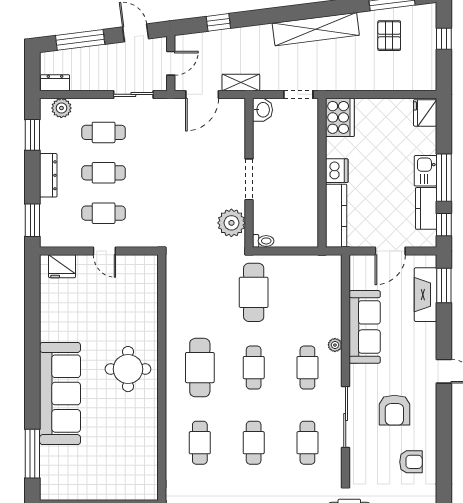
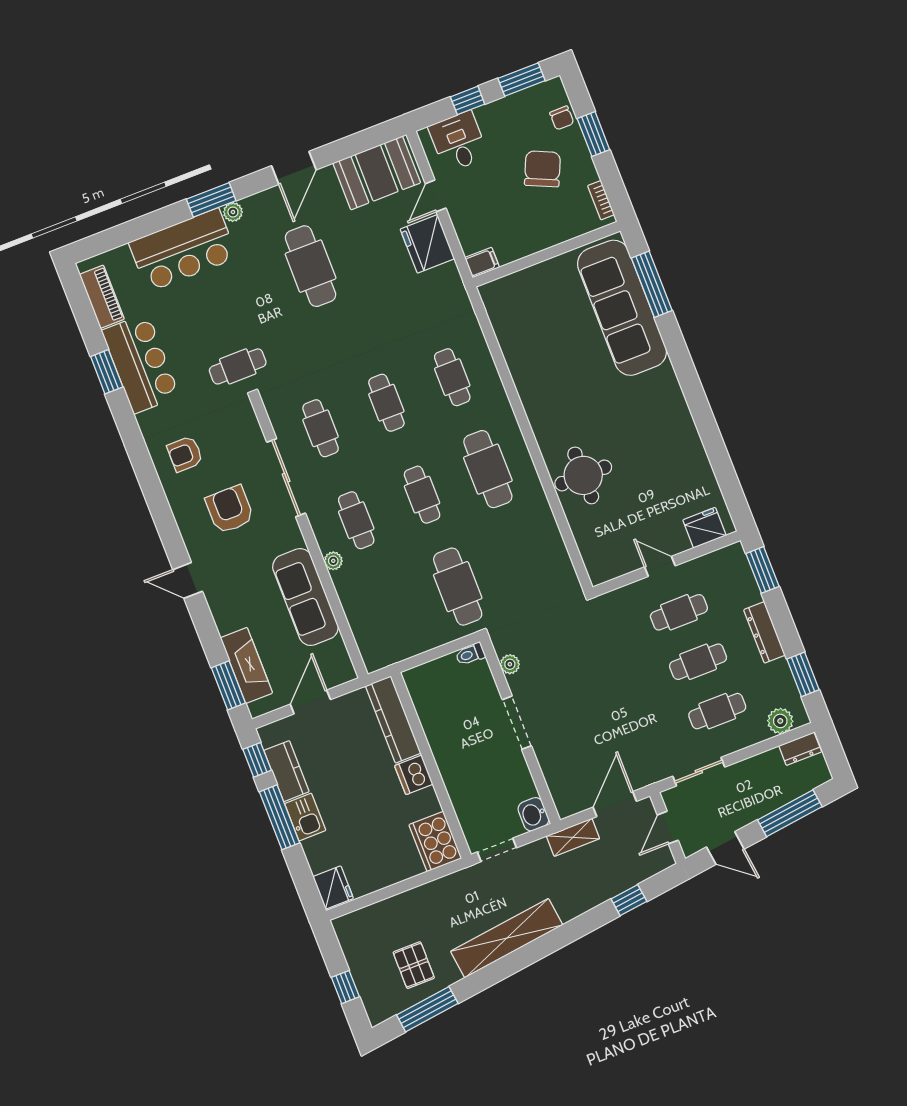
plant: (231, 223) -> (510, 664), width x0.53, depth x0.53
round table: (128, 369) -> (583, 475), moved
sofa: (60, 394) -> (622, 308), moved

